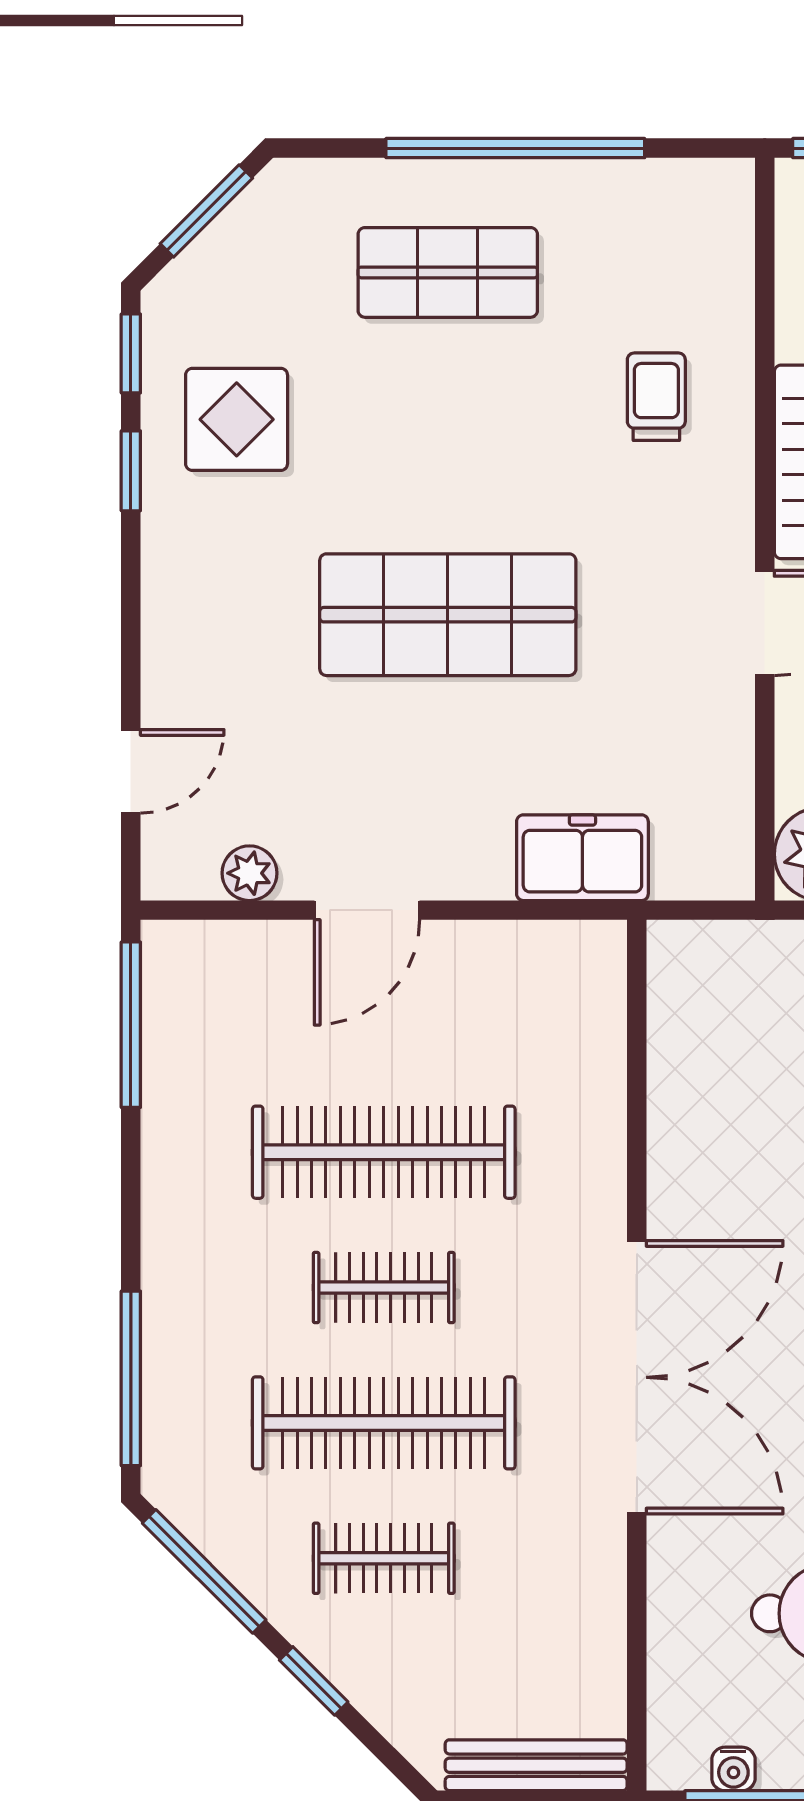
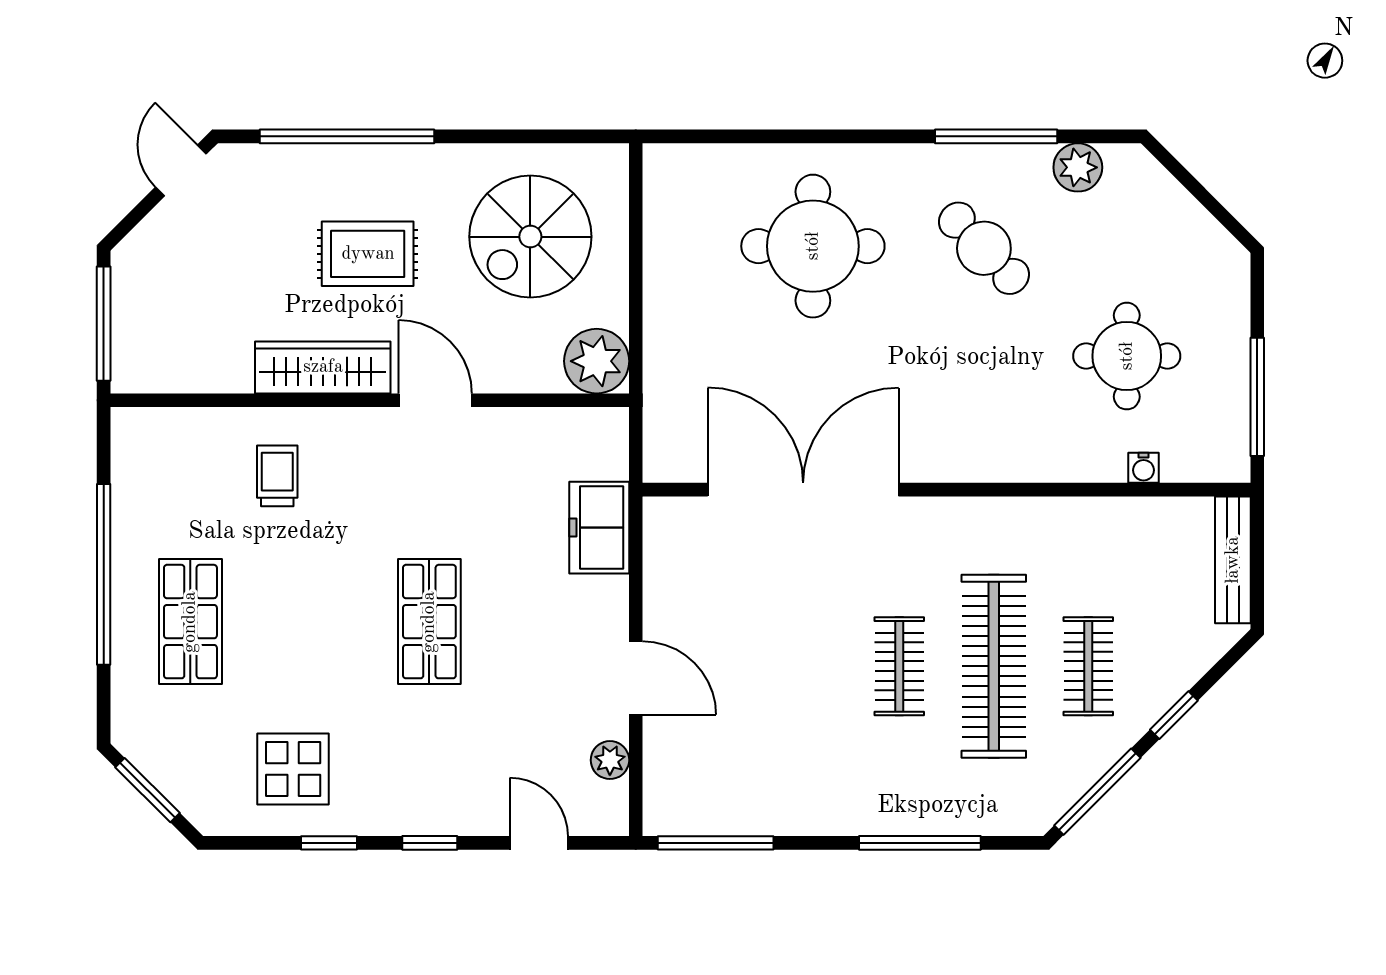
window: (131, 353) -> (430, 843), moved
trolley: (656, 397) -> (277, 476), turned 90
shop shelf: (448, 615) -> (429, 622), width x0.70, depth x0.74
clothes rail: (384, 1152) -> (805, 666), removed
double door: (637, 1377) -> (803, 490), moved
window: (131, 1378) -> (920, 843), moved
water cooler: (733, 1769) -> (1144, 468), moved, turned 90

